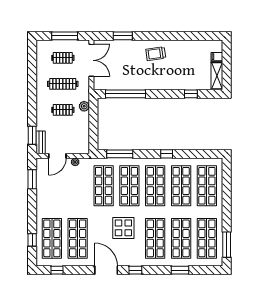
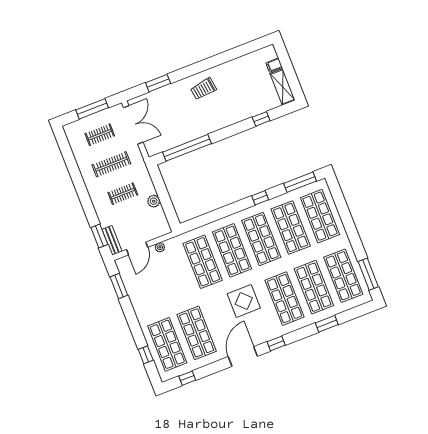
plant: (84, 106) -> (154, 201), moved
window: (120, 154) -> (300, 182), moved
door: (106, 270) -> (243, 356), hinge flipped

